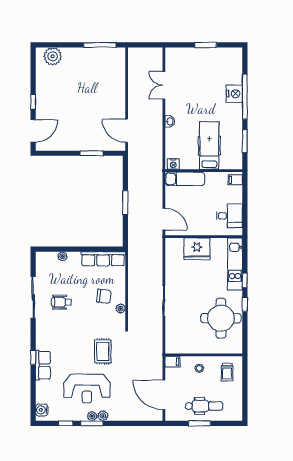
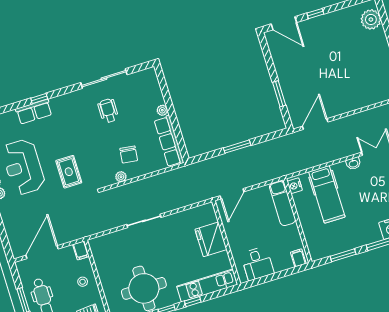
washbasin: (170, 121) -> (353, 163), moved
hospital bed: (209, 146) -> (327, 194), moved, turned 90
plant: (62, 256) -> (162, 110), moved
rug: (103, 351) -> (69, 172), turned 90

